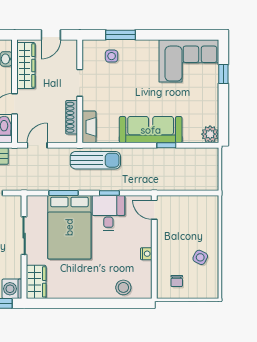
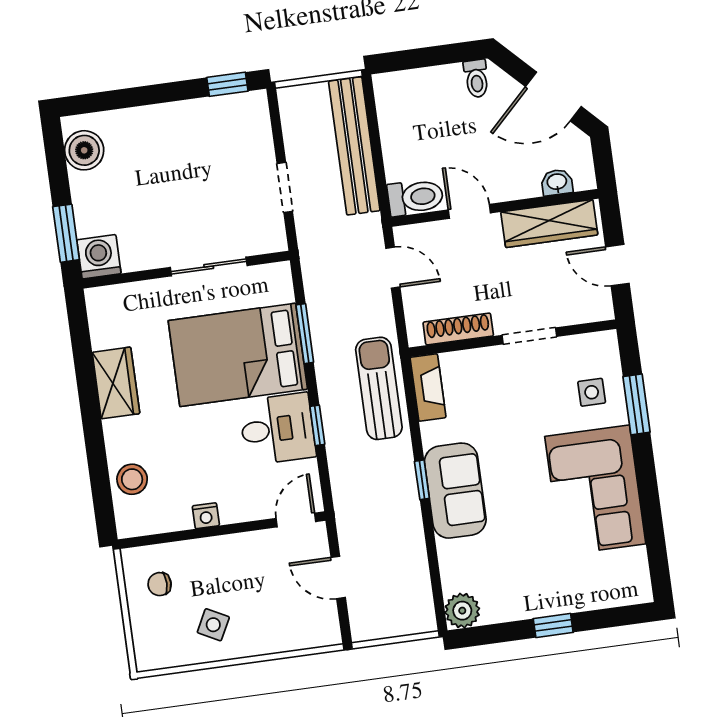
corner sofa: (189, 61) -> (595, 490), moved
window: (223, 74) -> (553, 625), moved
fireplace: (89, 127) -> (428, 387), moved, turned -90
sofa: (151, 130) -> (455, 491), width x0.73
window: (166, 145) -> (422, 480), moved
sun lounger: (95, 160) -> (379, 388), turned 180
door: (185, 193) -> (338, 577), added
wardrobe: (36, 282) -> (116, 383), moved, turned -90

